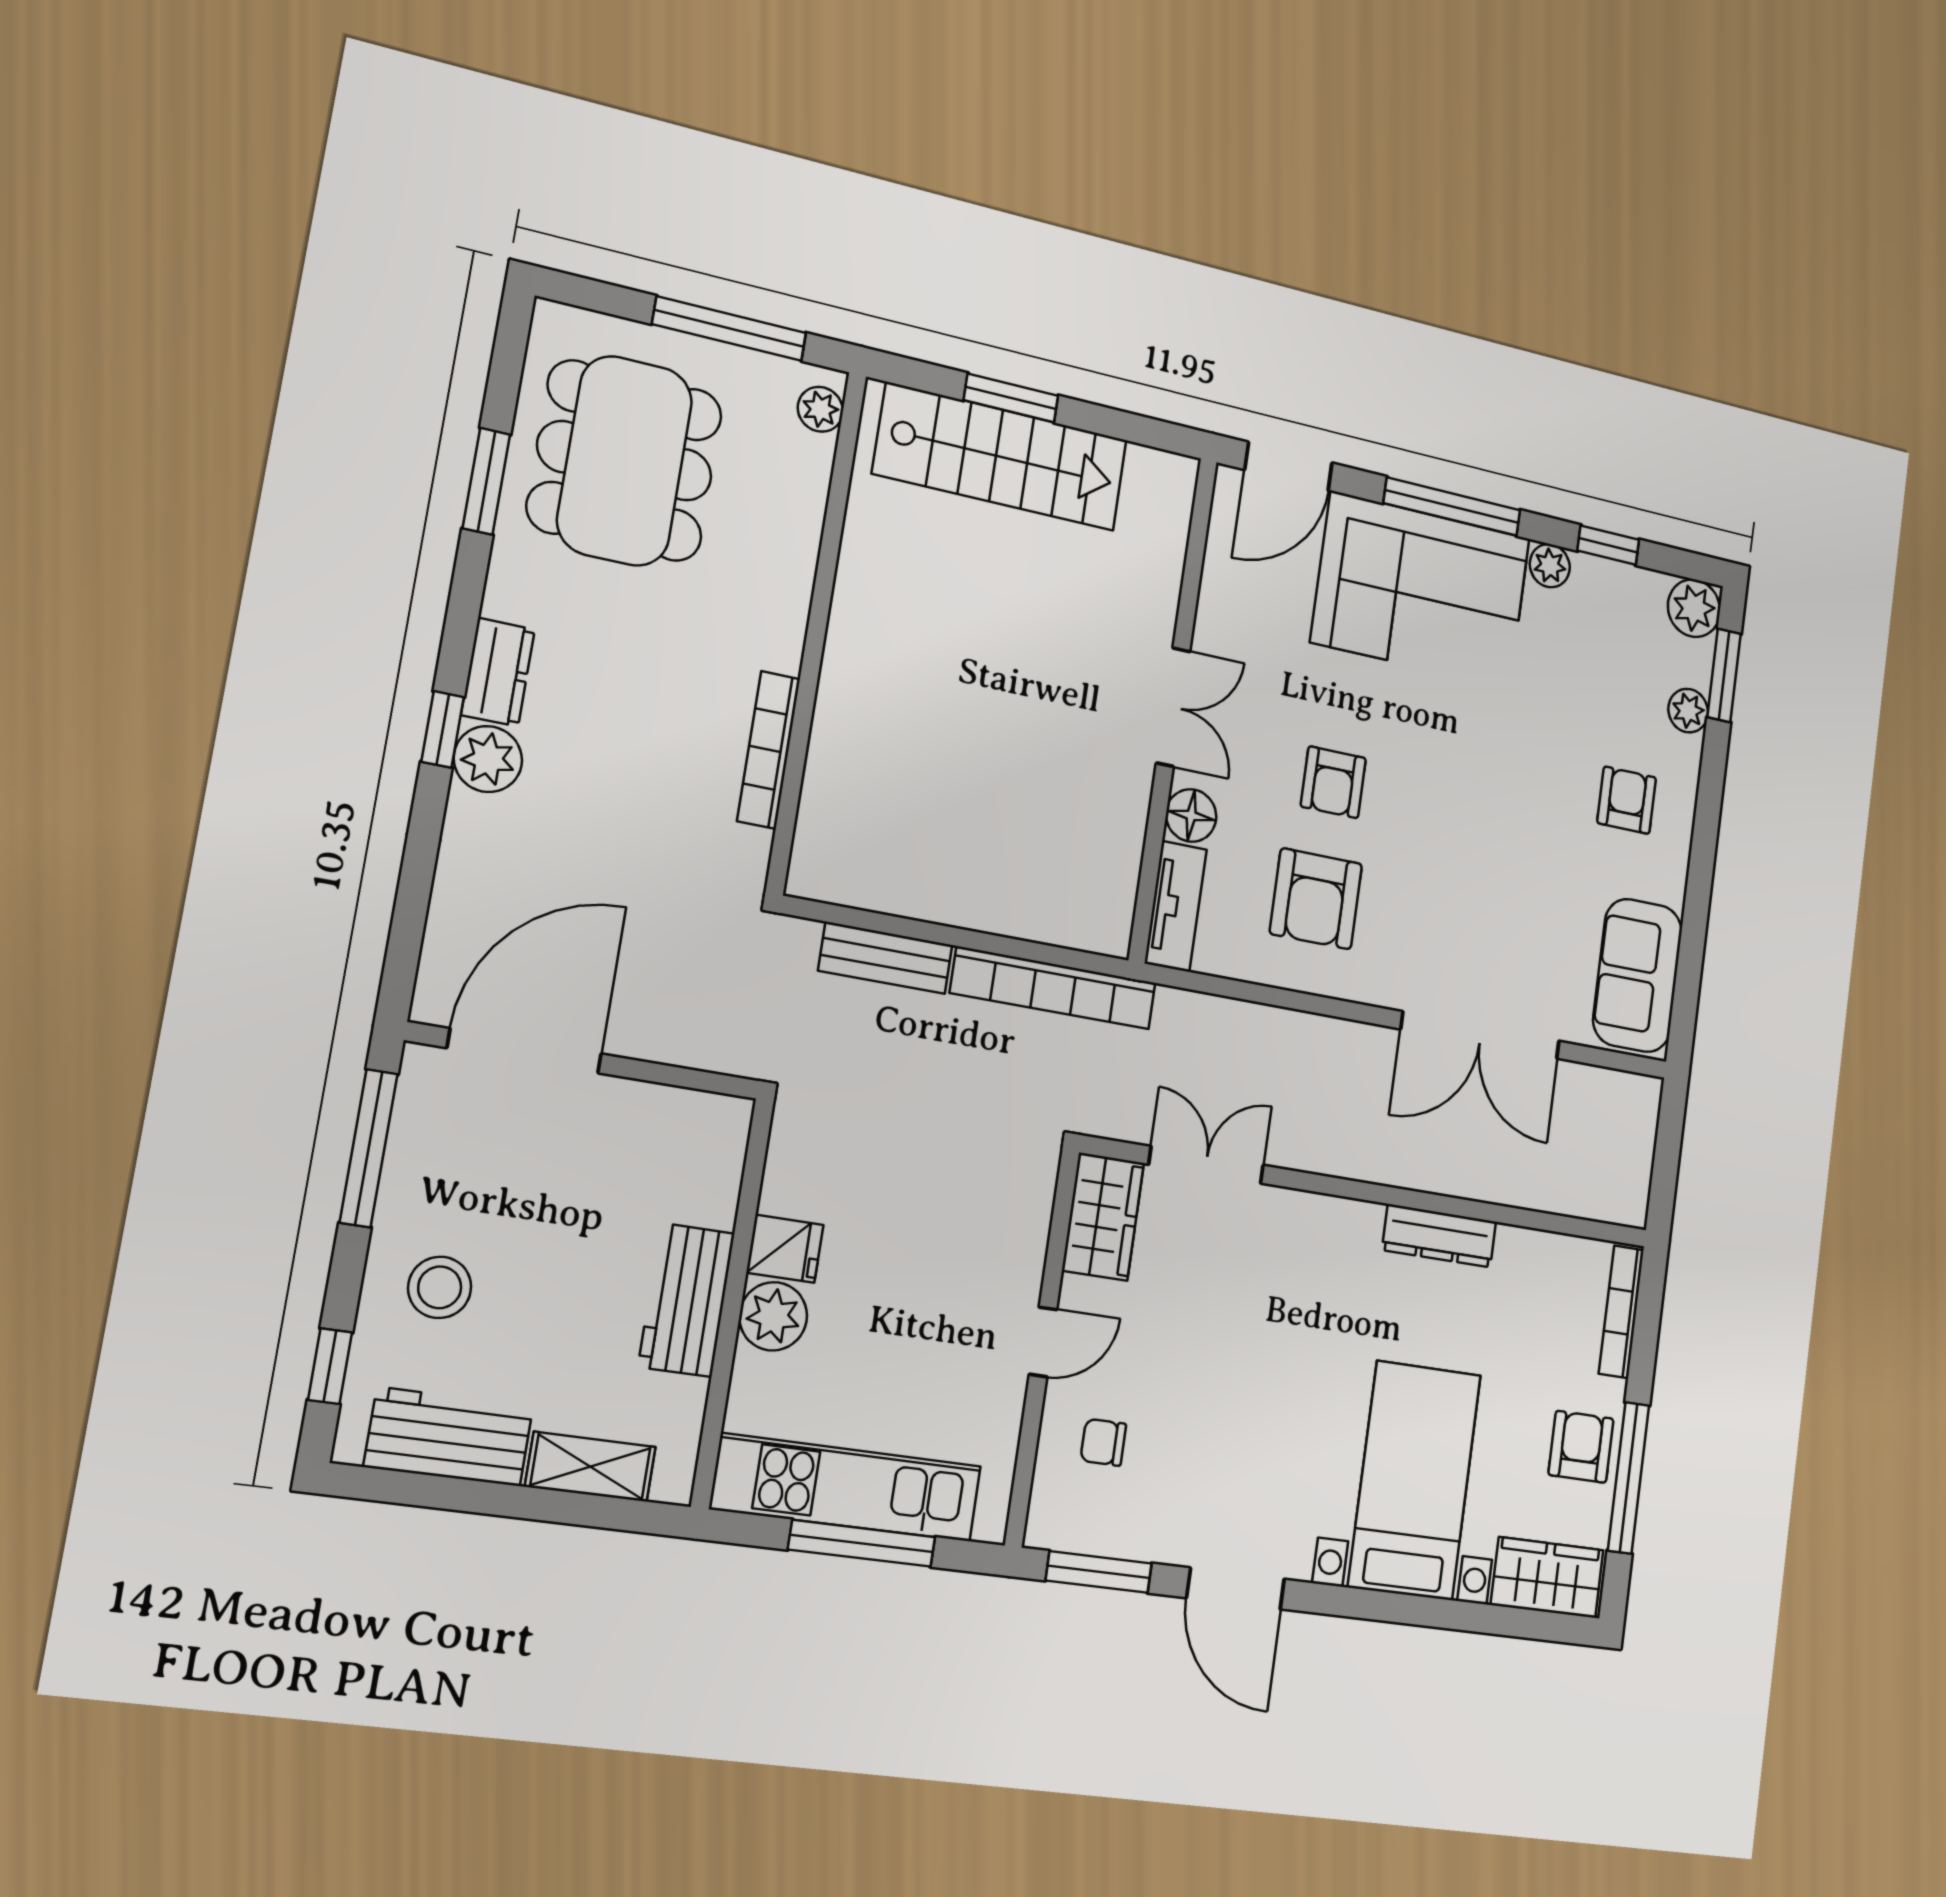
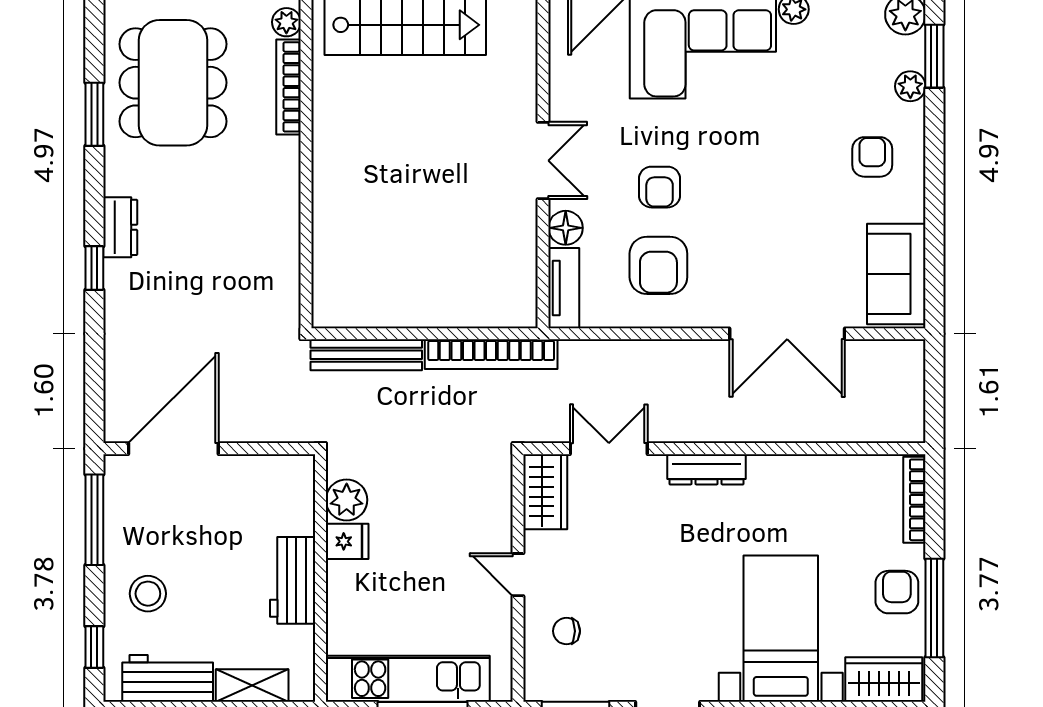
bookcase: (769, 750) -> (289, 87), moved
plant: (488, 759) -> (123, 280), removed
bench: (885, 958) -> (366, 355), width x1.36
dresser: (1439, 1236) -> (707, 469), moved
plant: (773, 1316) -> (347, 500), moved
door: (1043, 1342) -> (518, 575), swing flipped

